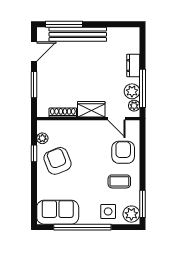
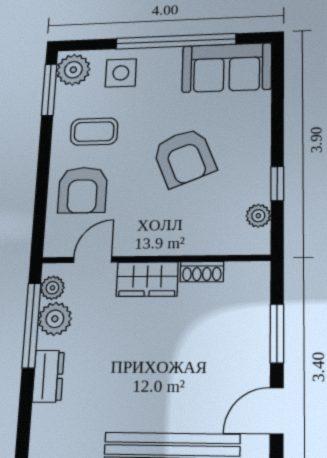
shoe rack: (63, 113) -> (202, 272), width x0.70
door: (116, 119) -> (93, 260), hinge flipped
armchair: (58, 161) -> (184, 157), moved

